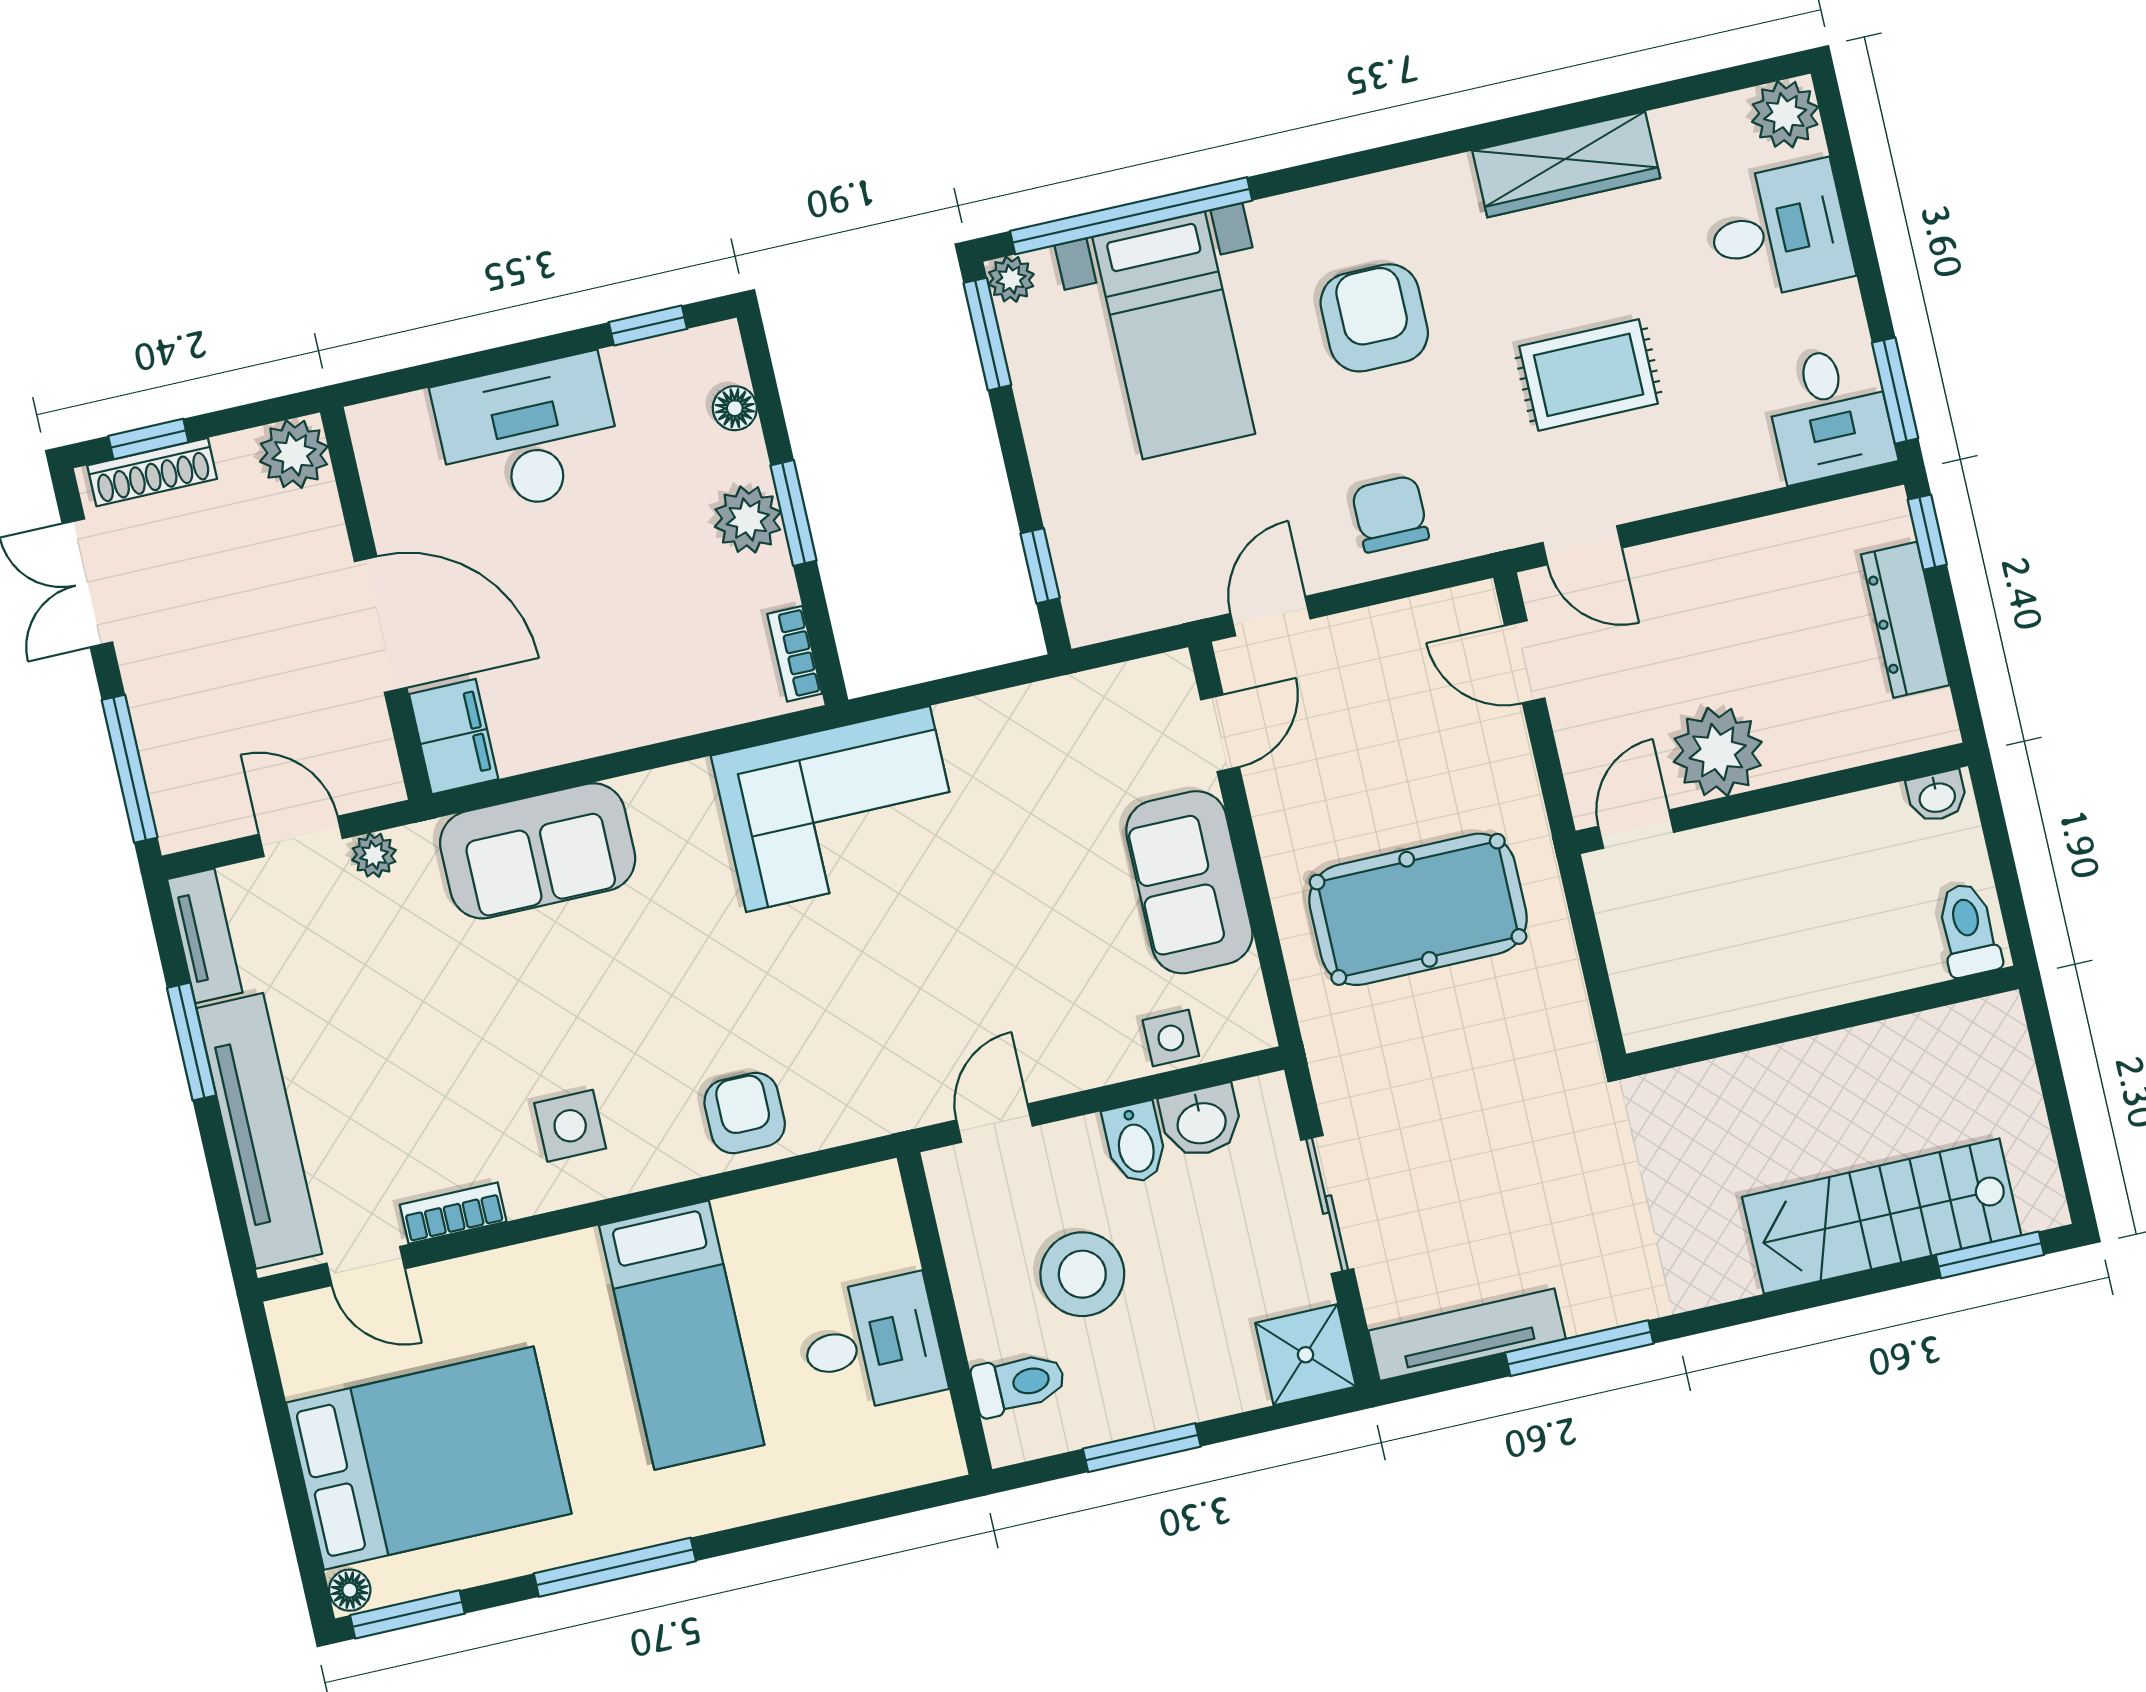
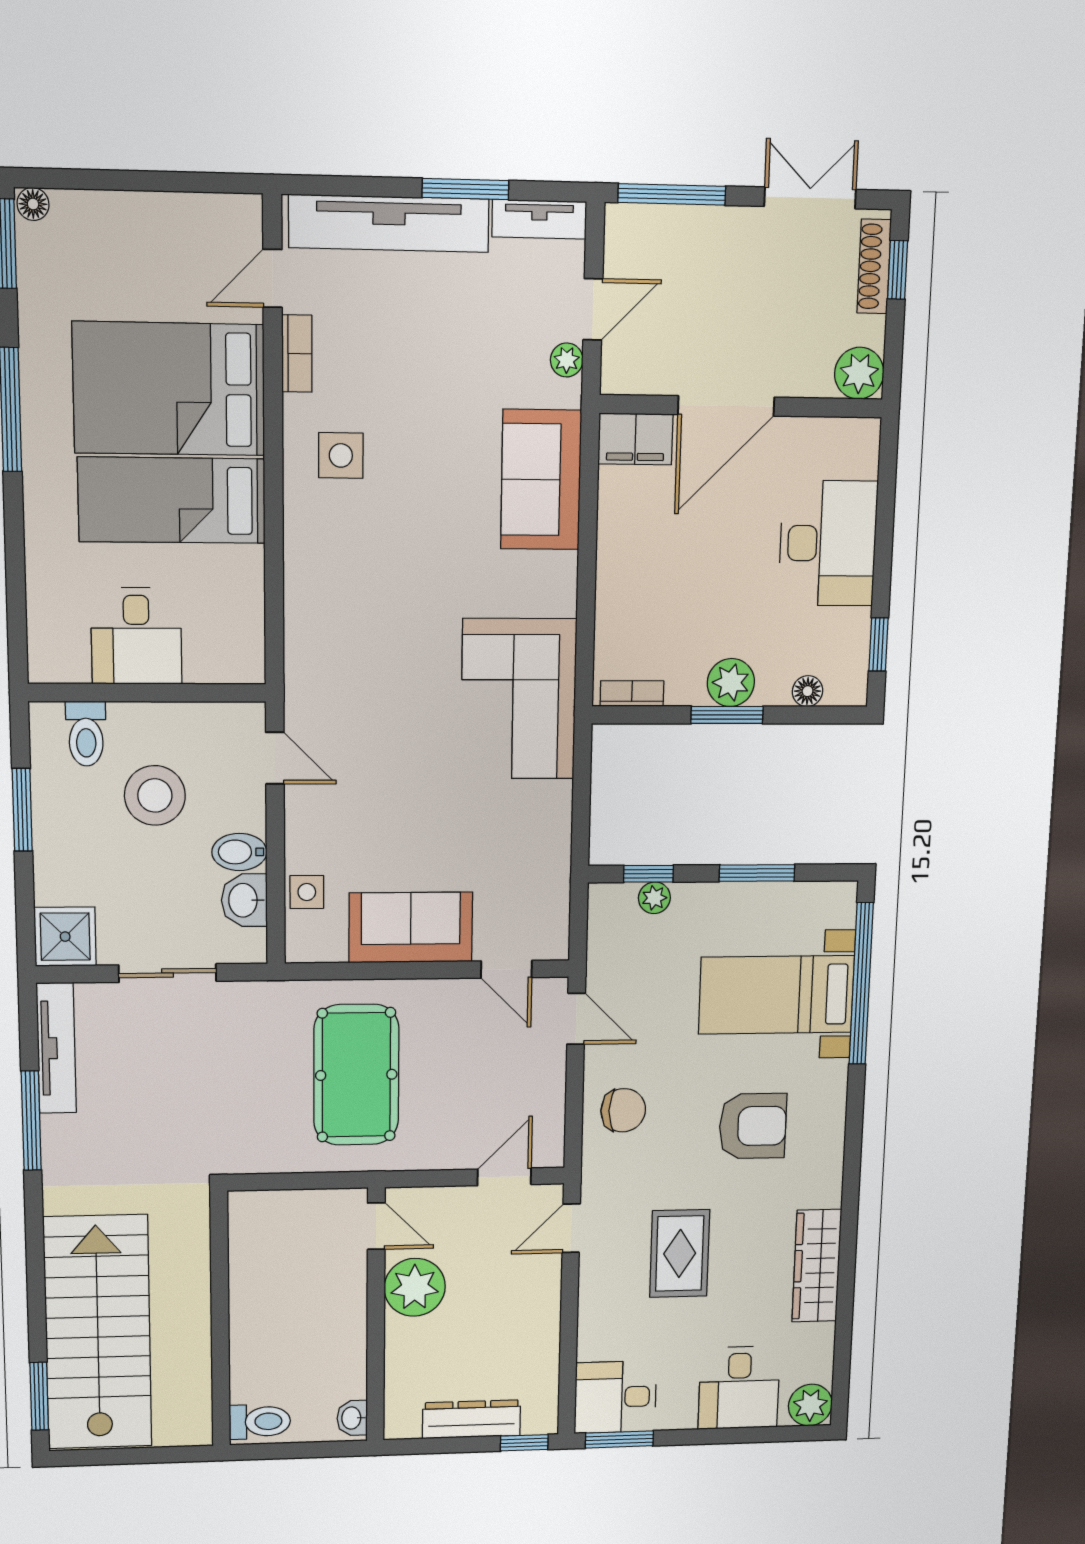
plant: (1011, 279) -> (654, 898), moved
window: (987, 334) -> (757, 873), moved
armchair: (745, 1113) -> (322, 584), removed
stairs: (1882, 1216) -> (98, 1332), width x1.36, depth x1.51
bed: (429, 1458) -> (169, 389), moved, turned 90

